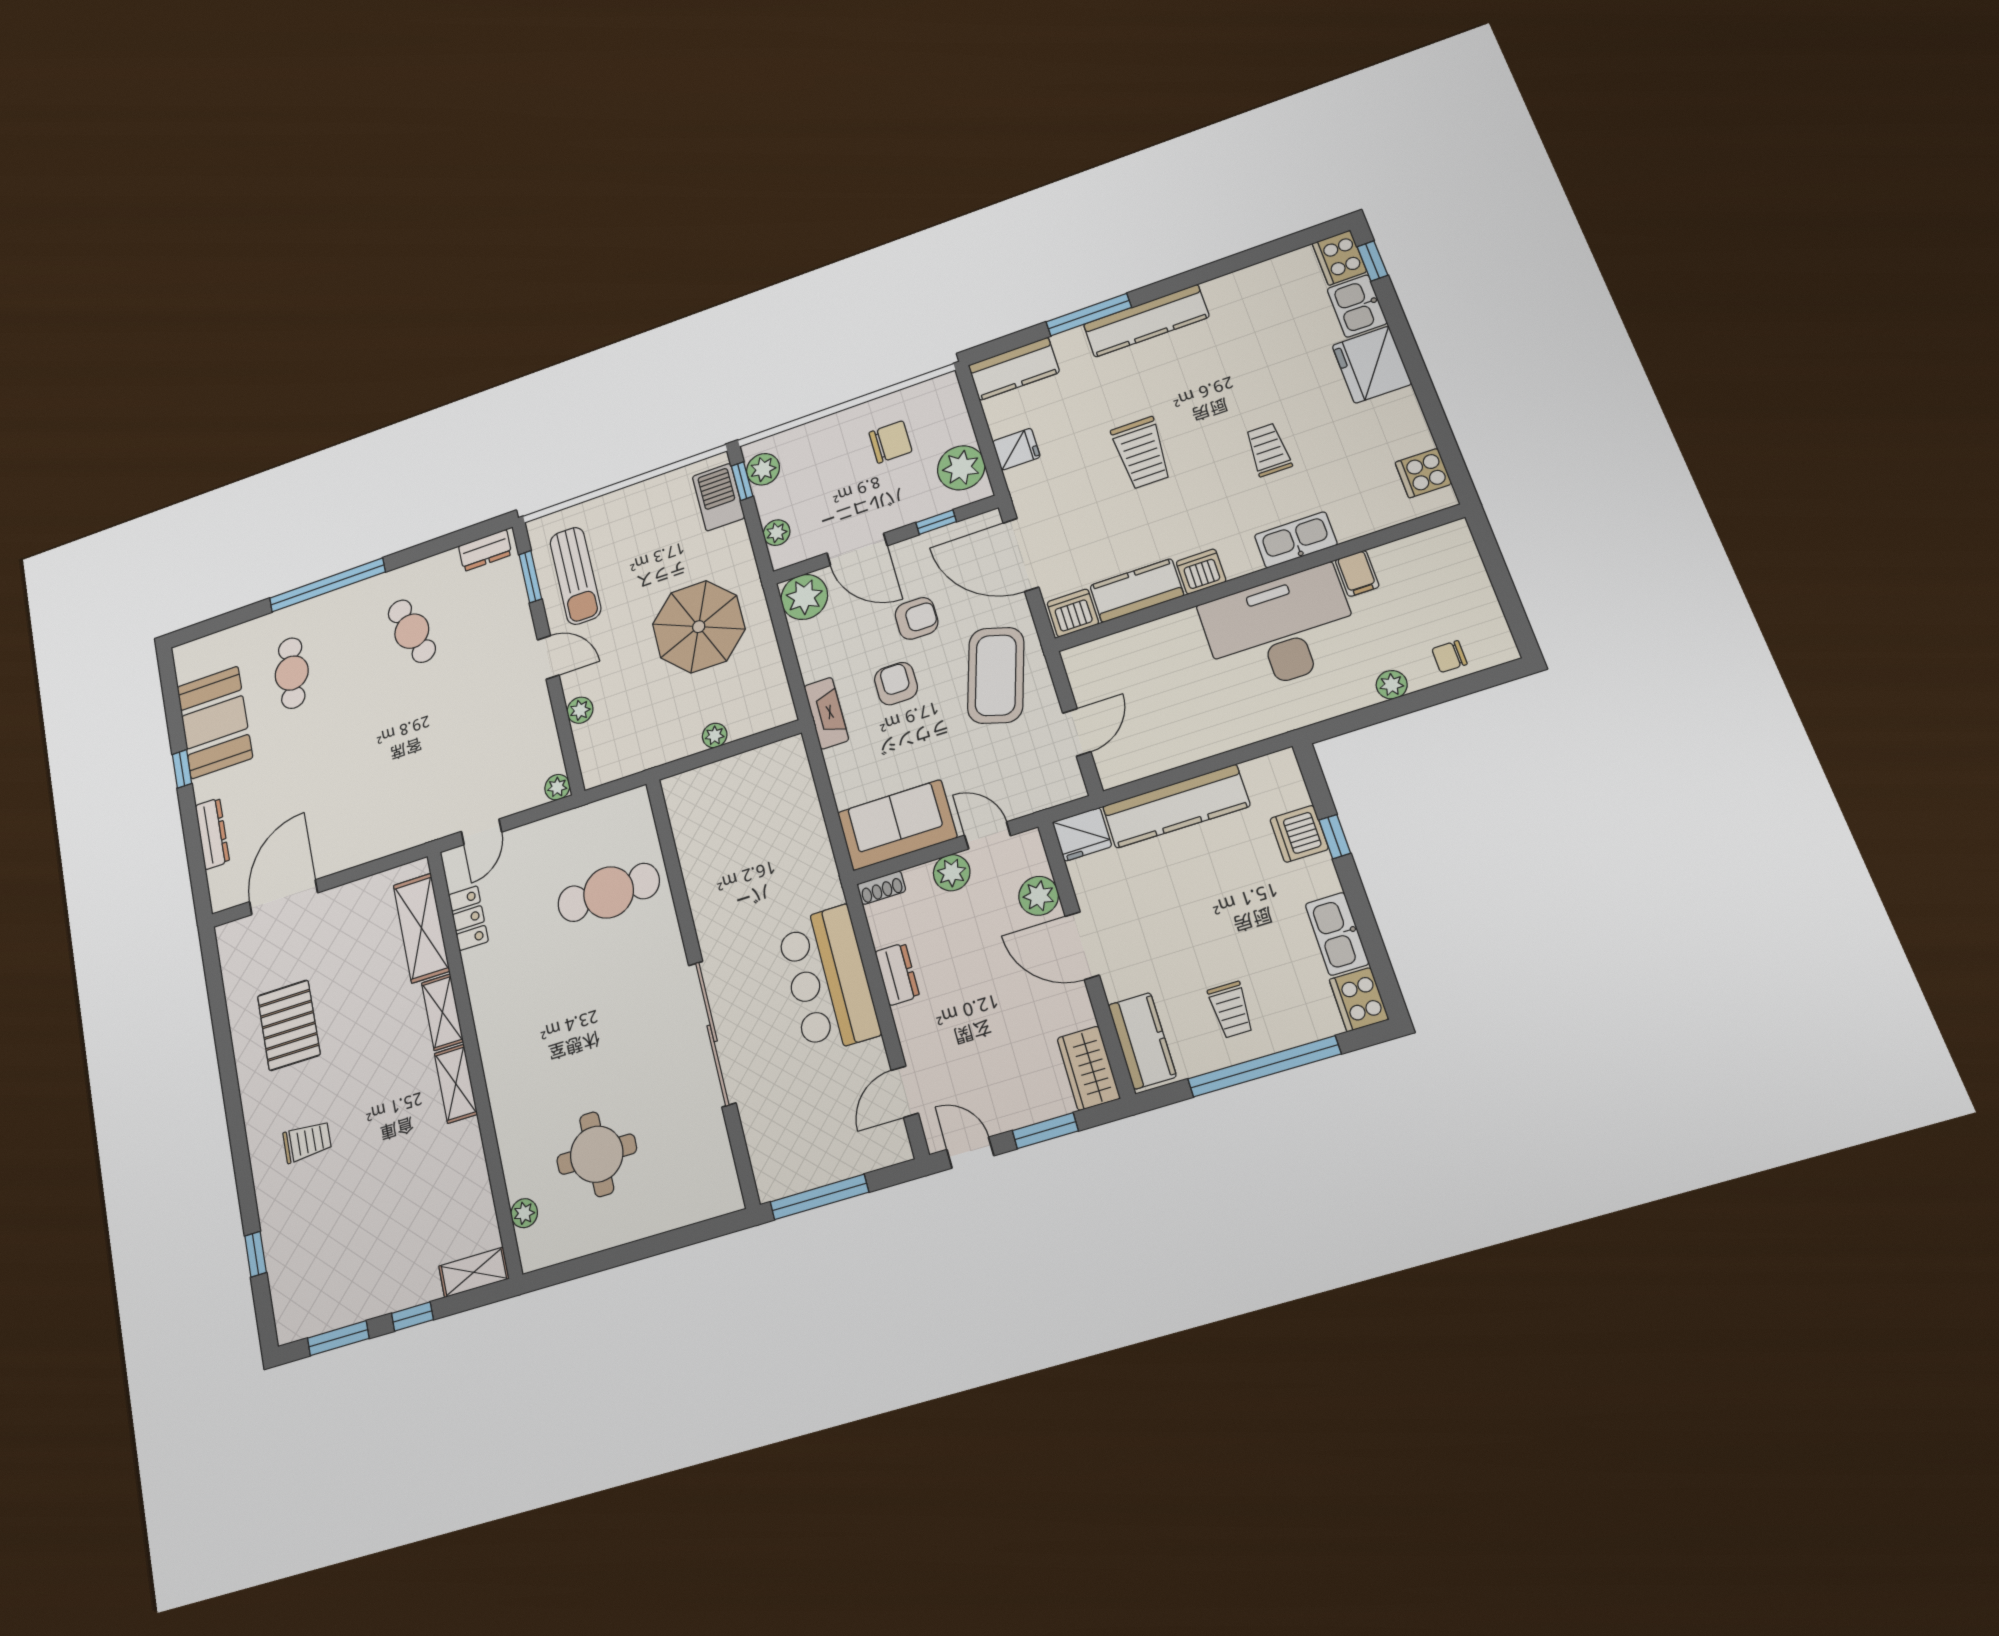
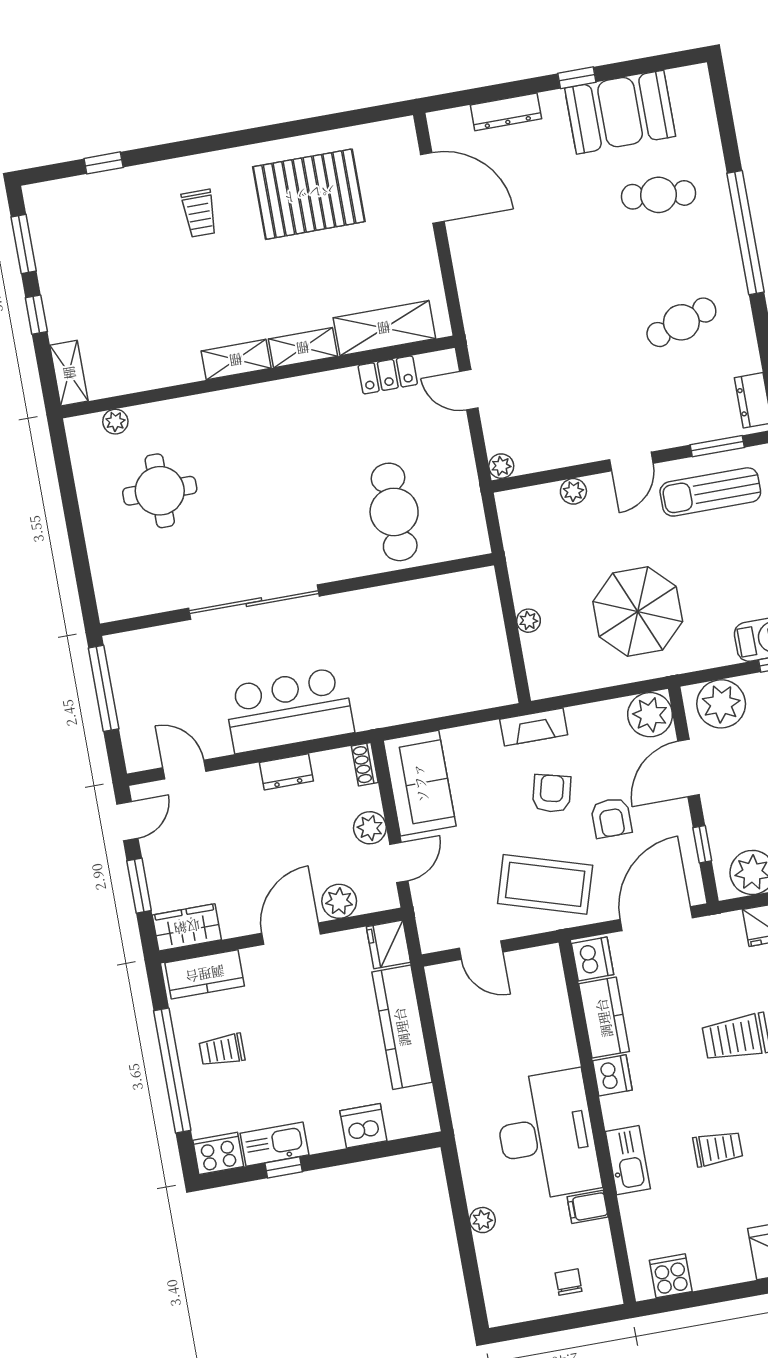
plant: (777, 533) -> (721, 704), width x1.87, depth x1.87
chair: (1449, 656) -> (569, 1282), moved
armchair: (896, 684) -> (552, 793), turned -76
window: (1335, 837) -> (284, 1167), moved
pallet: (289, 1025) -> (309, 194), width x1.37, depth x1.41

